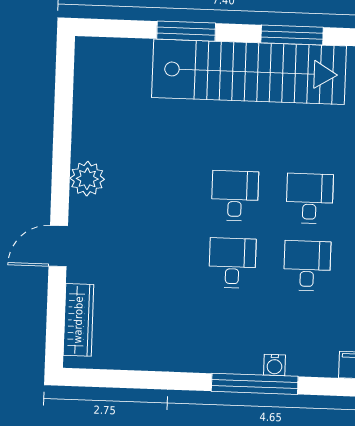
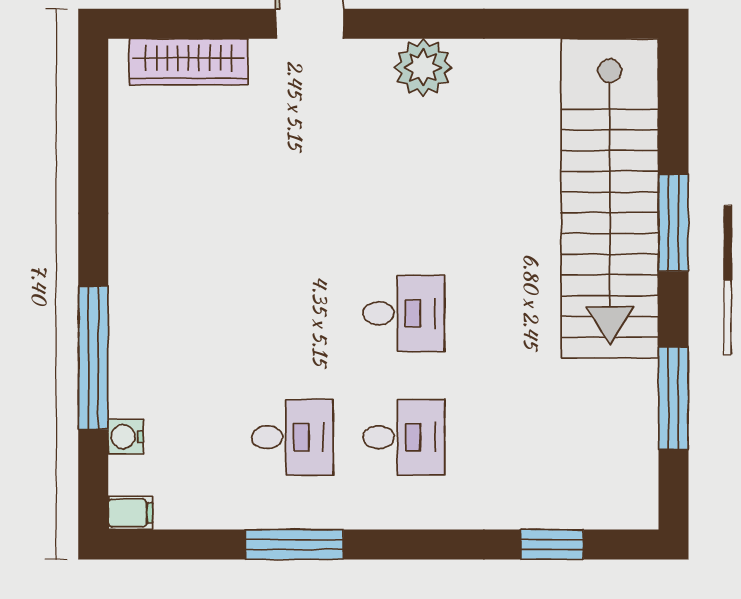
stairs: (249, 72) -> (610, 198), moved
desk: (232, 263) -> (292, 313), removed
water cooler: (275, 365) -> (126, 437), moved

